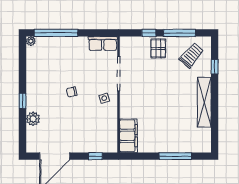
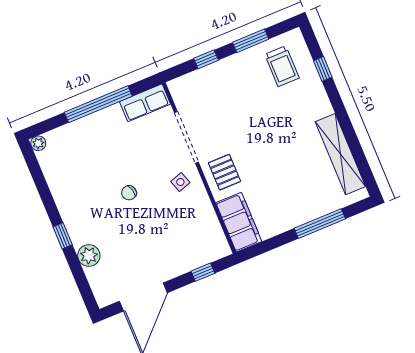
window: (56, 33) -> (98, 104), moved
window: (179, 33) -> (251, 41), width x0.69
pallet: (158, 48) -> (224, 172), moved
trolley: (191, 55) -> (282, 66), turned 139
shelving: (204, 102) -> (340, 154), moved

